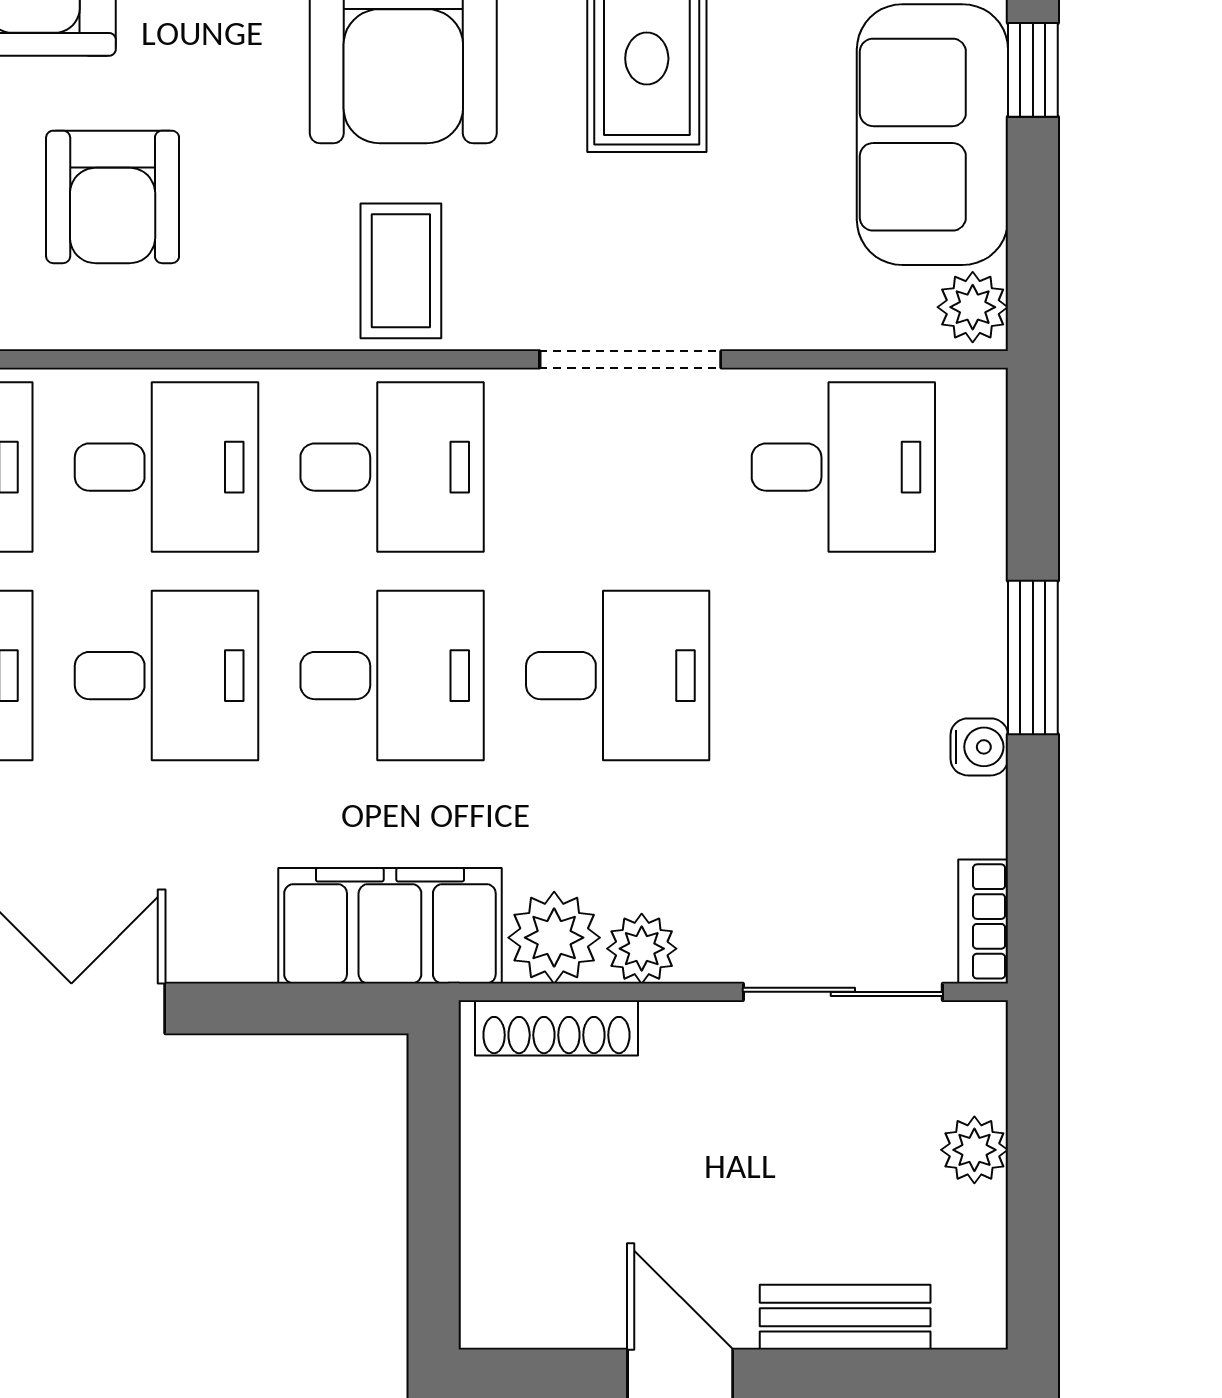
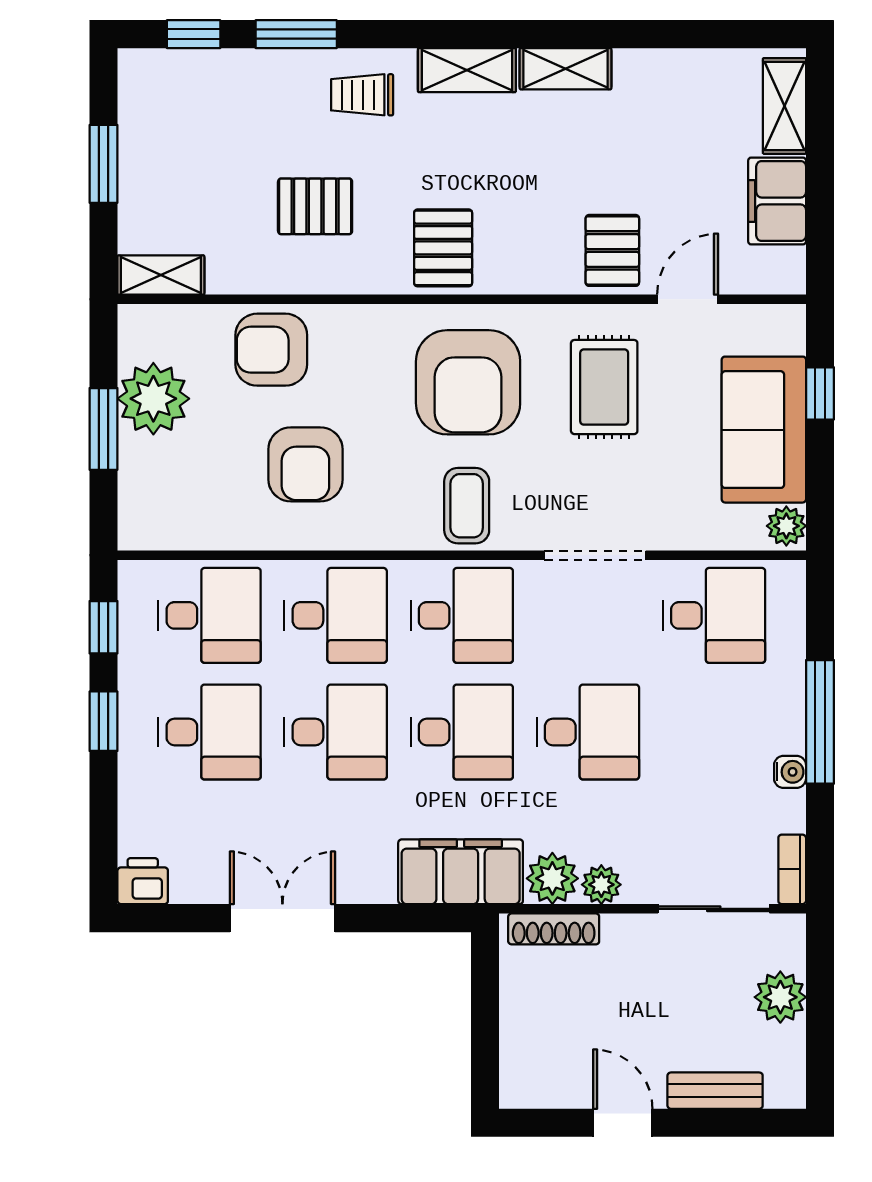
window: (1033, 658) -> (820, 722), width x1.44
plant: (974, 1150) -> (780, 997), width x1.38, depth x1.38

